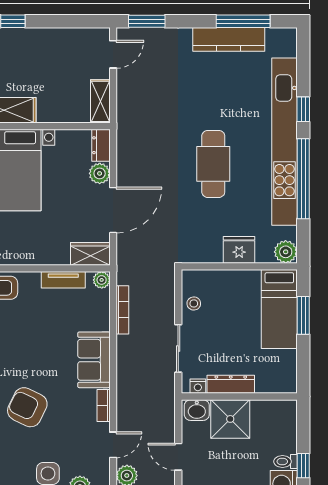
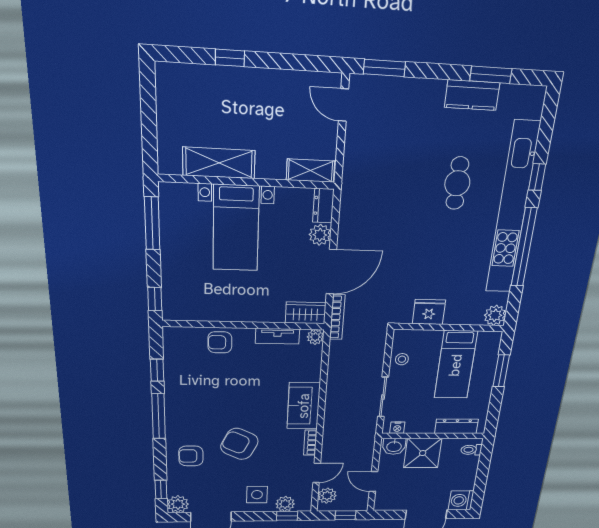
window: (243, 21) -> (491, 75), width x0.69
kitchen counter: (229, 39) -> (472, 95), width x0.67
door: (113, 54) -> (344, 105), swing flipped
shelving: (100, 101) -> (310, 171), moved, turned 90
cafe table: (213, 164) -> (457, 183), moved, width x0.73, depth x0.74
fridge: (239, 250) -> (429, 312), moved
bed: (279, 309) -> (456, 365), moved
bookcase: (122, 310) -> (337, 317), moved
dresser: (231, 384) -> (457, 426), moved
toilet: (286, 462) -> (471, 450), moved
window: (303, 466) -> (480, 487), removed

